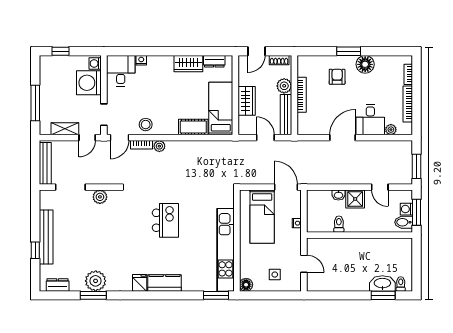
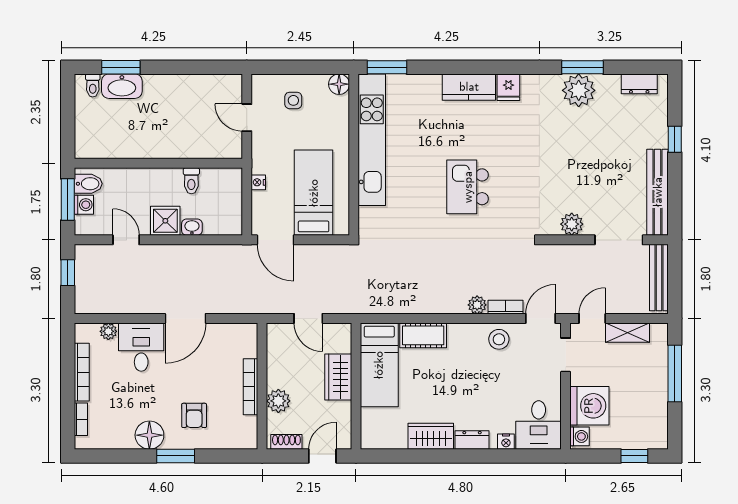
dresser: (214, 61) -> (472, 440), moved
bench: (286, 115) -> (275, 355), removed
window: (416, 166) -> (68, 273), width x0.67
bench: (46, 237) -> (658, 192), moved

